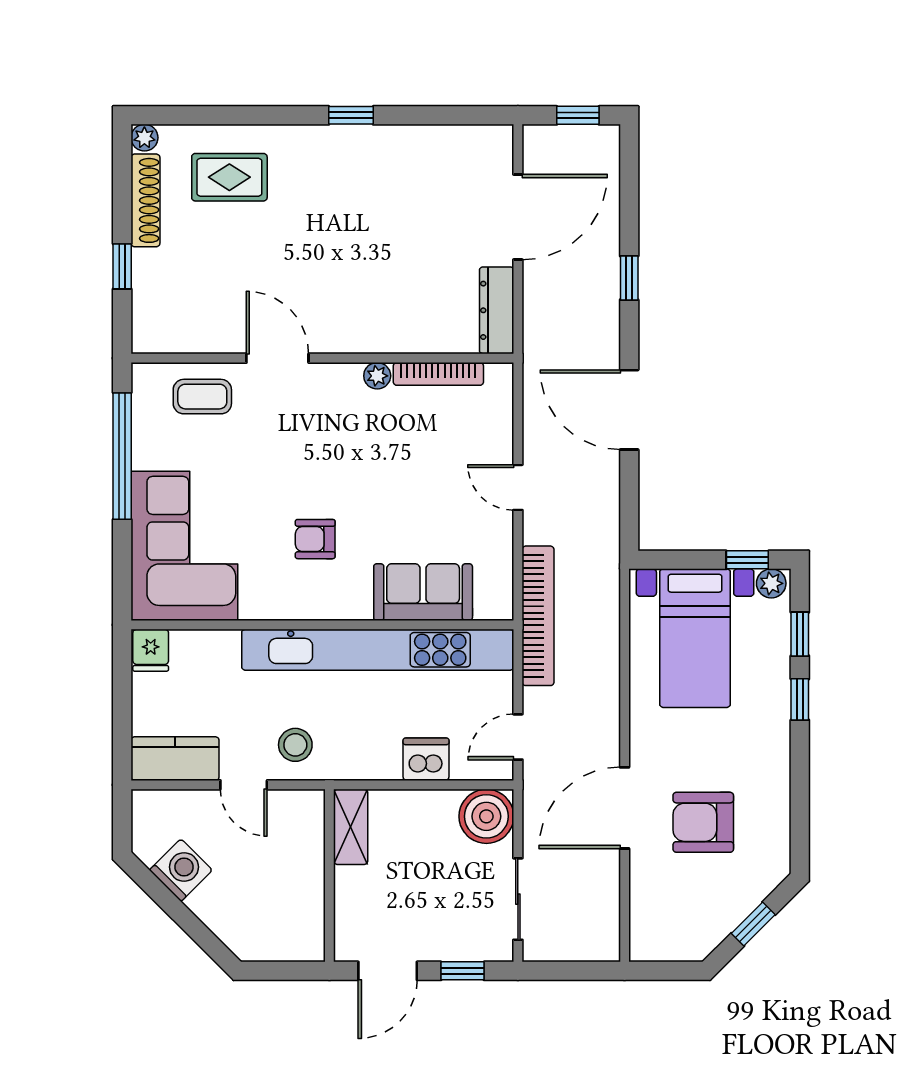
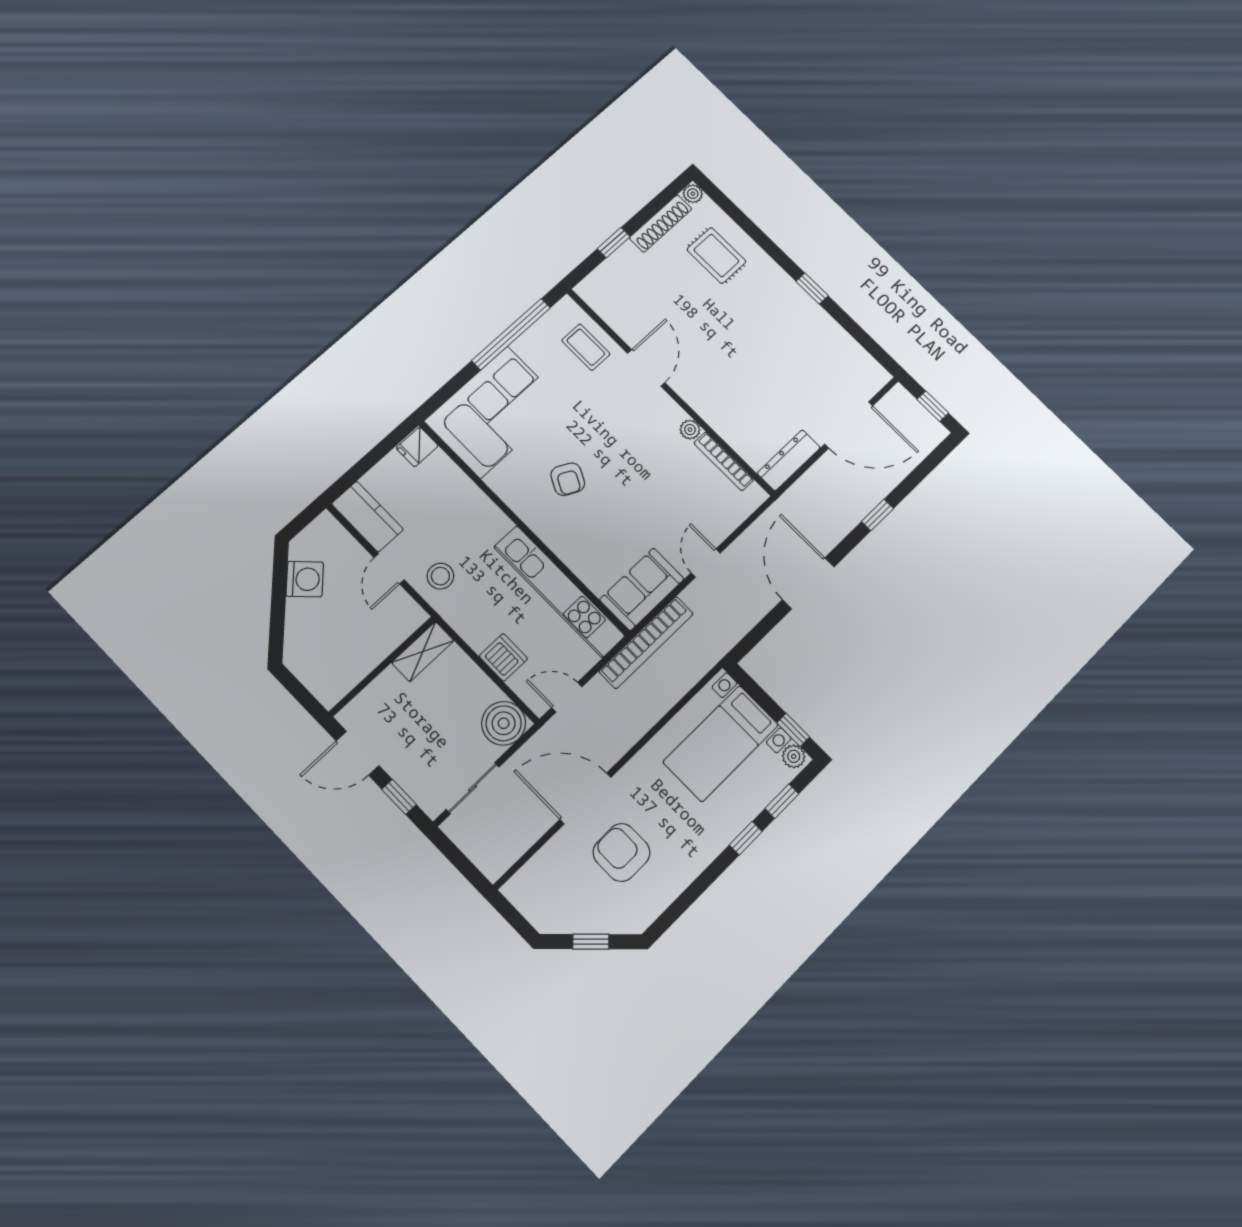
armchair: (315, 539) -> (568, 479), turned -153
sofa: (423, 592) -> (642, 589), moved, turned -90
kitchen unit: (378, 650) -> (559, 591), width x0.73

